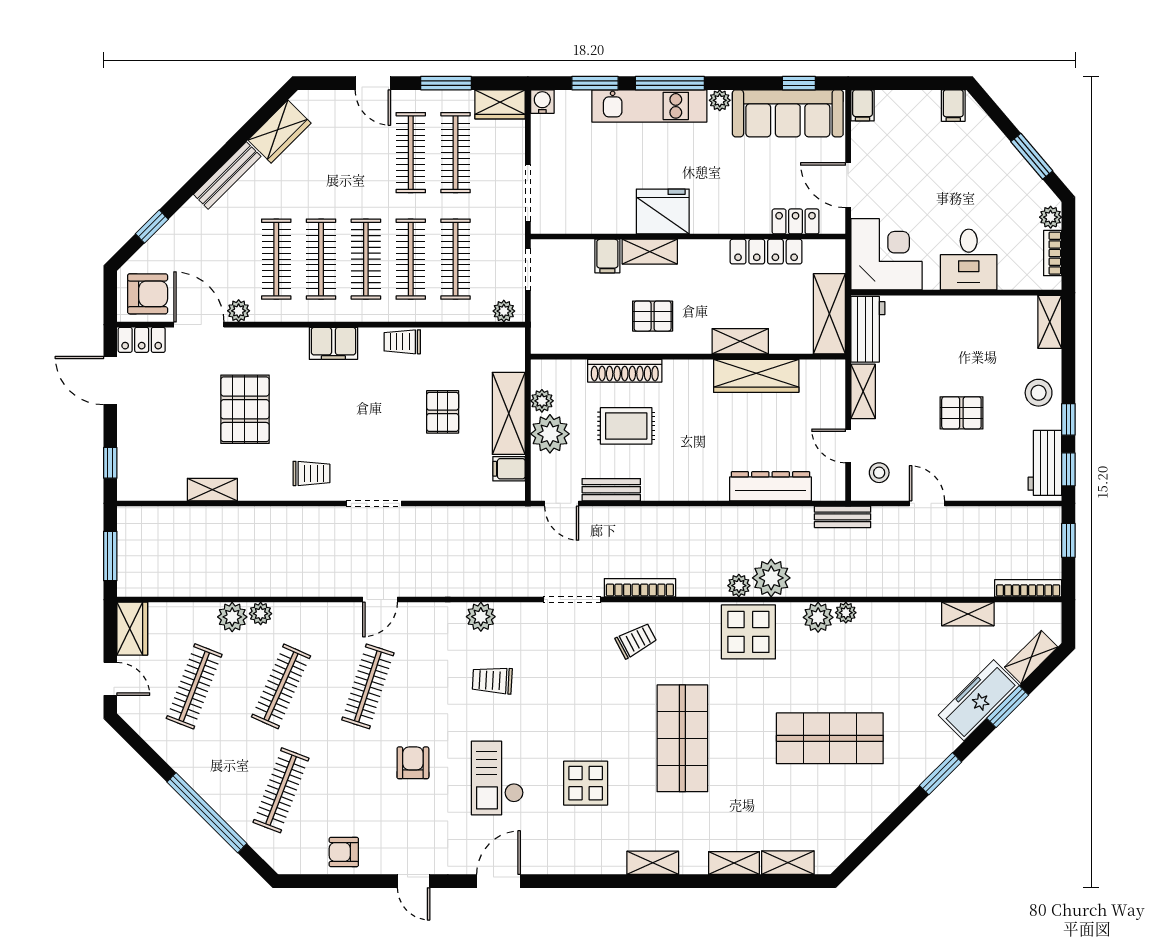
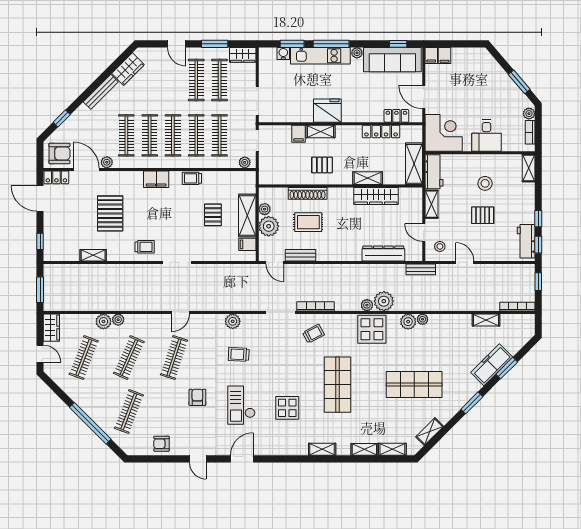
water cooler: (542, 102) -> (283, 53), moved
filing cabinet: (953, 106) -> (445, 56), moved
stool: (1039, 393) -> (485, 183), moved
shelving: (1031, 657) -> (430, 432), moved

